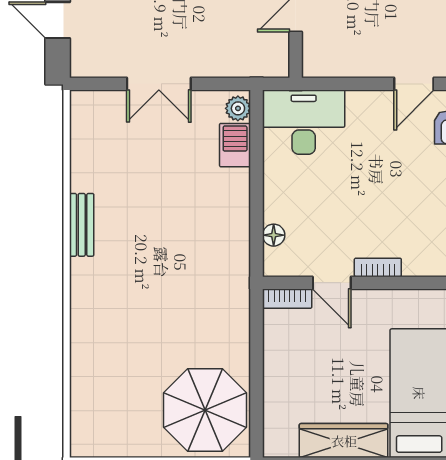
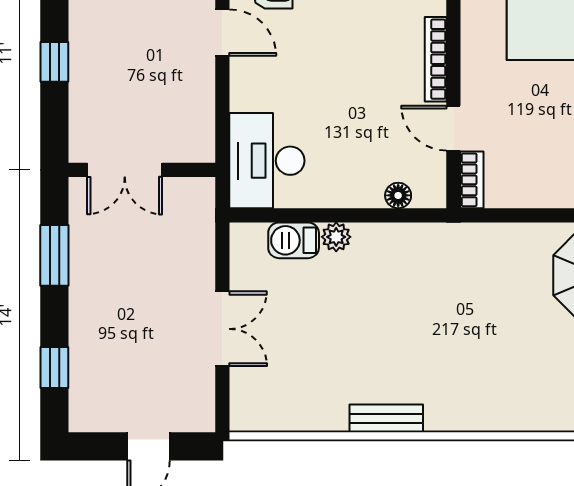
plant: (238, 108) -> (336, 237), moved
bookcase: (378, 267) -> (436, 59), width x1.56
door: (332, 283) -> (453, 128), swing flipped

